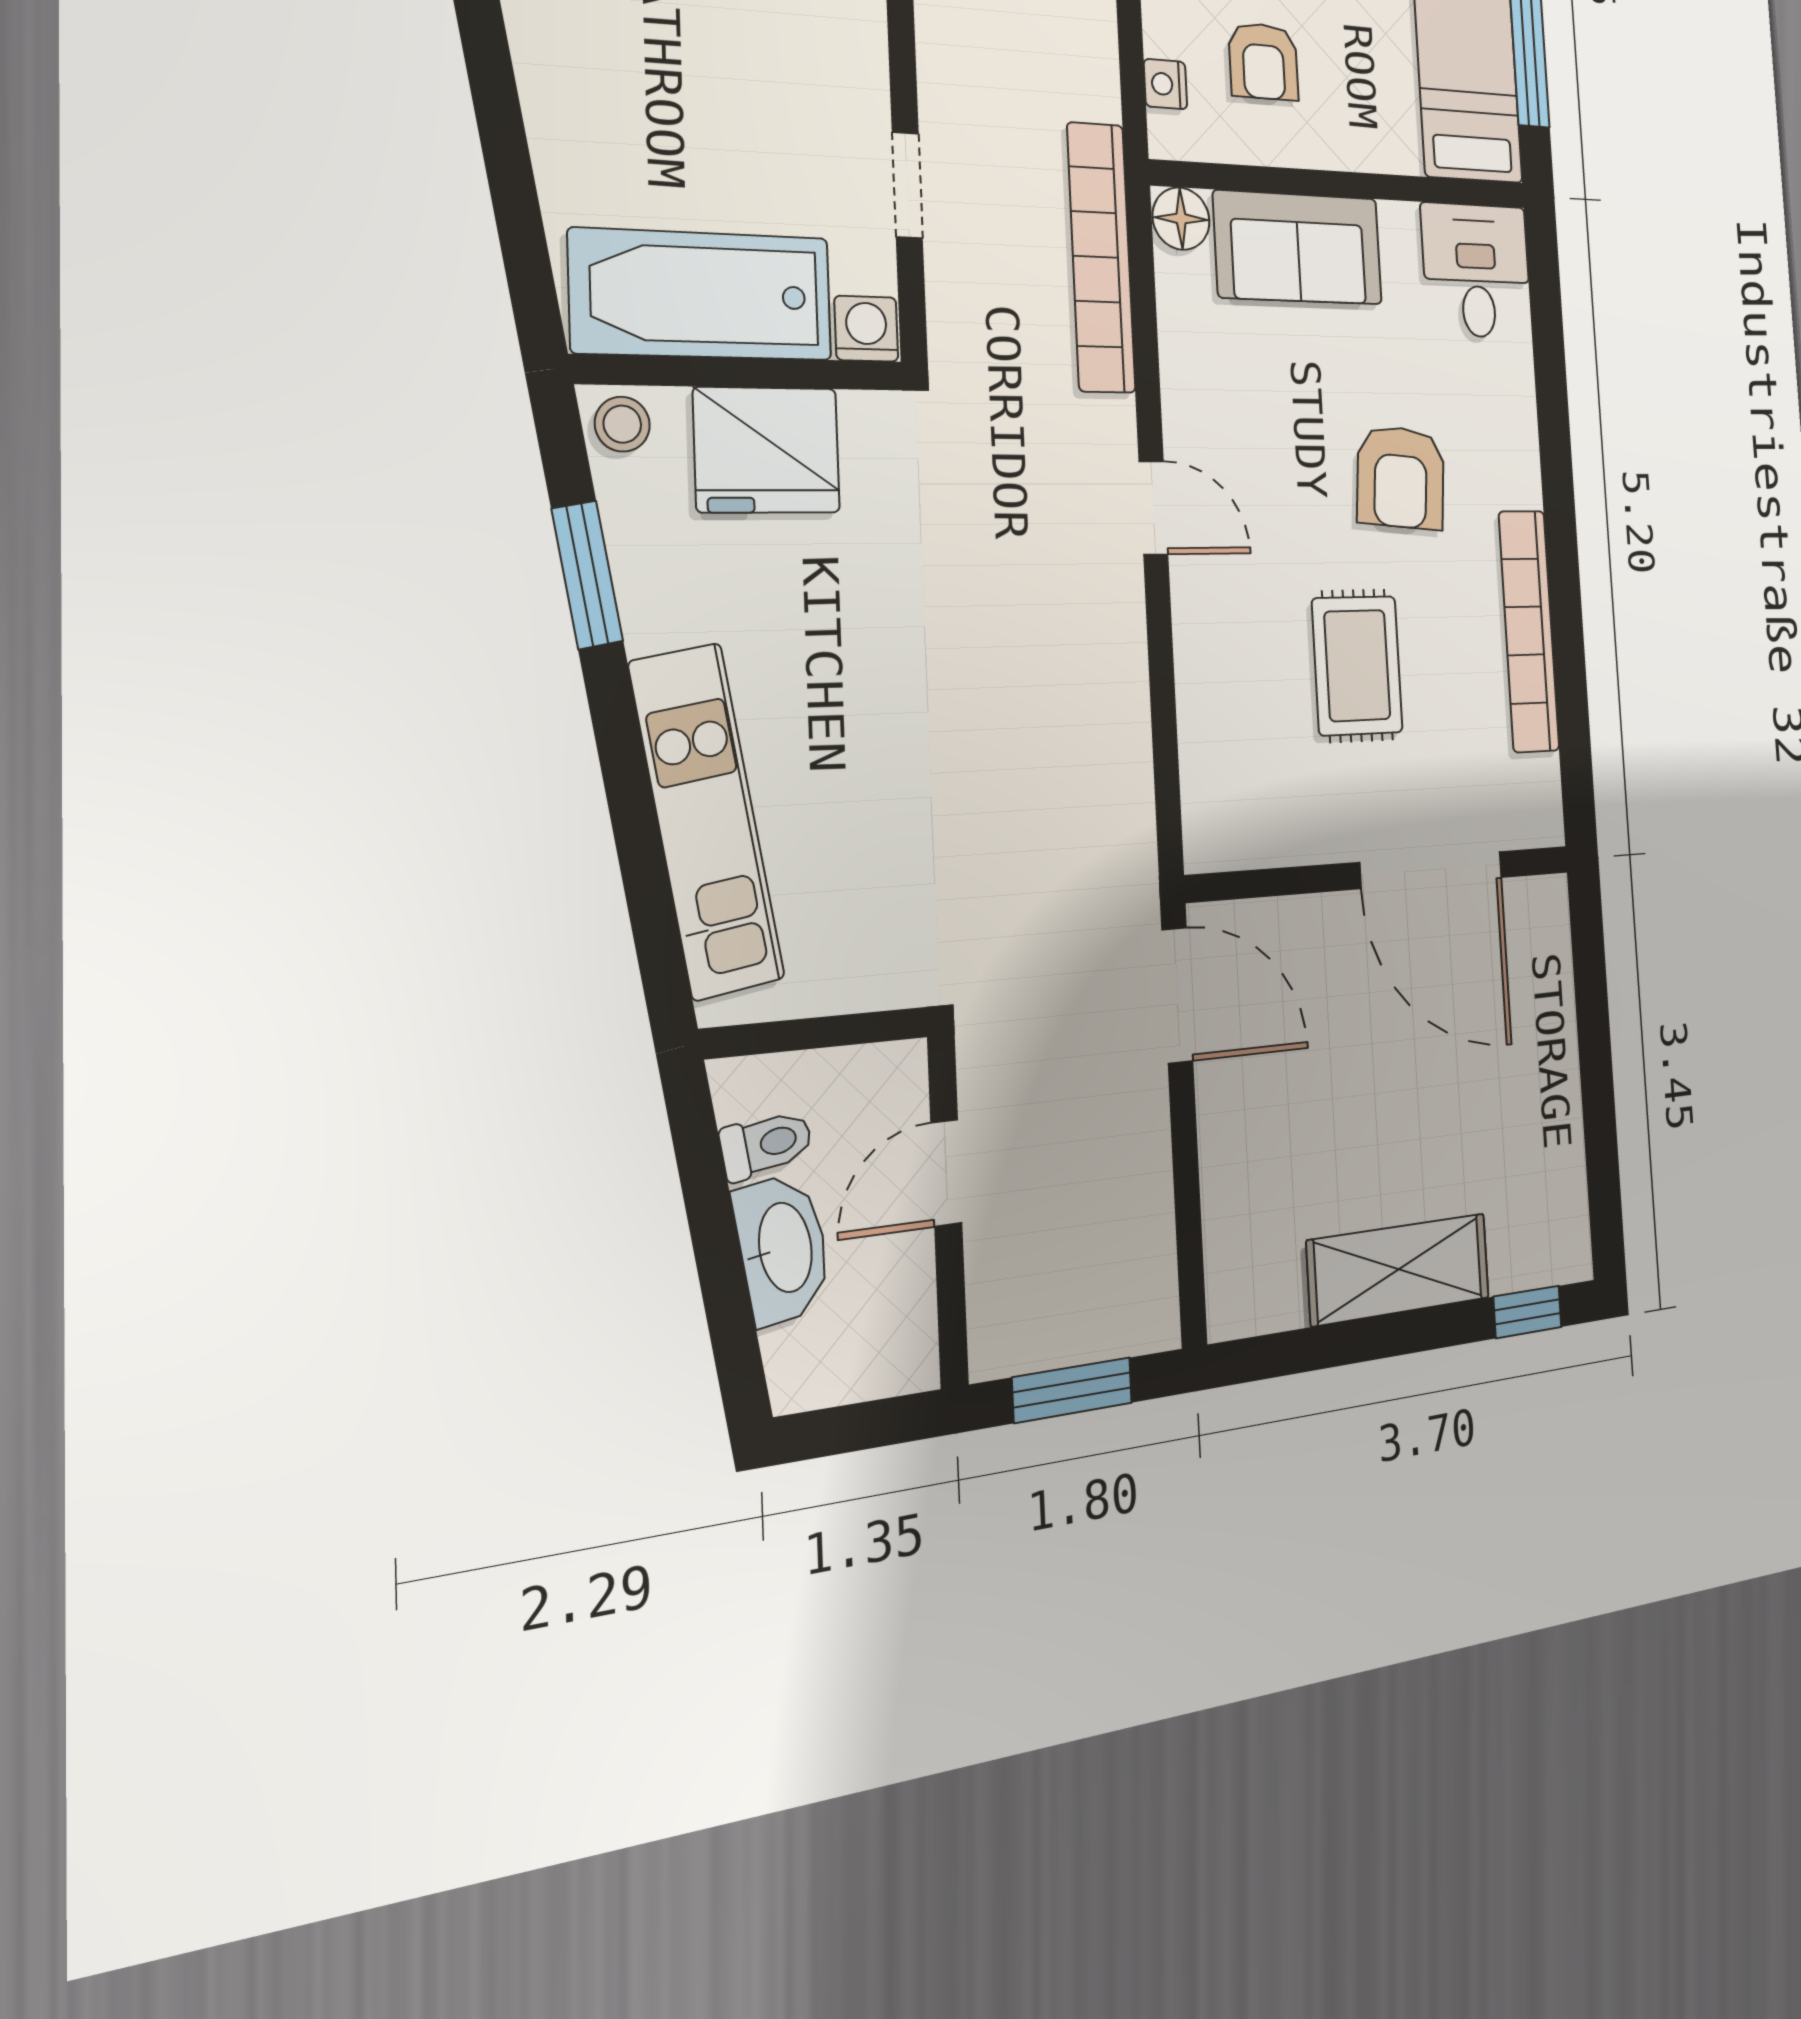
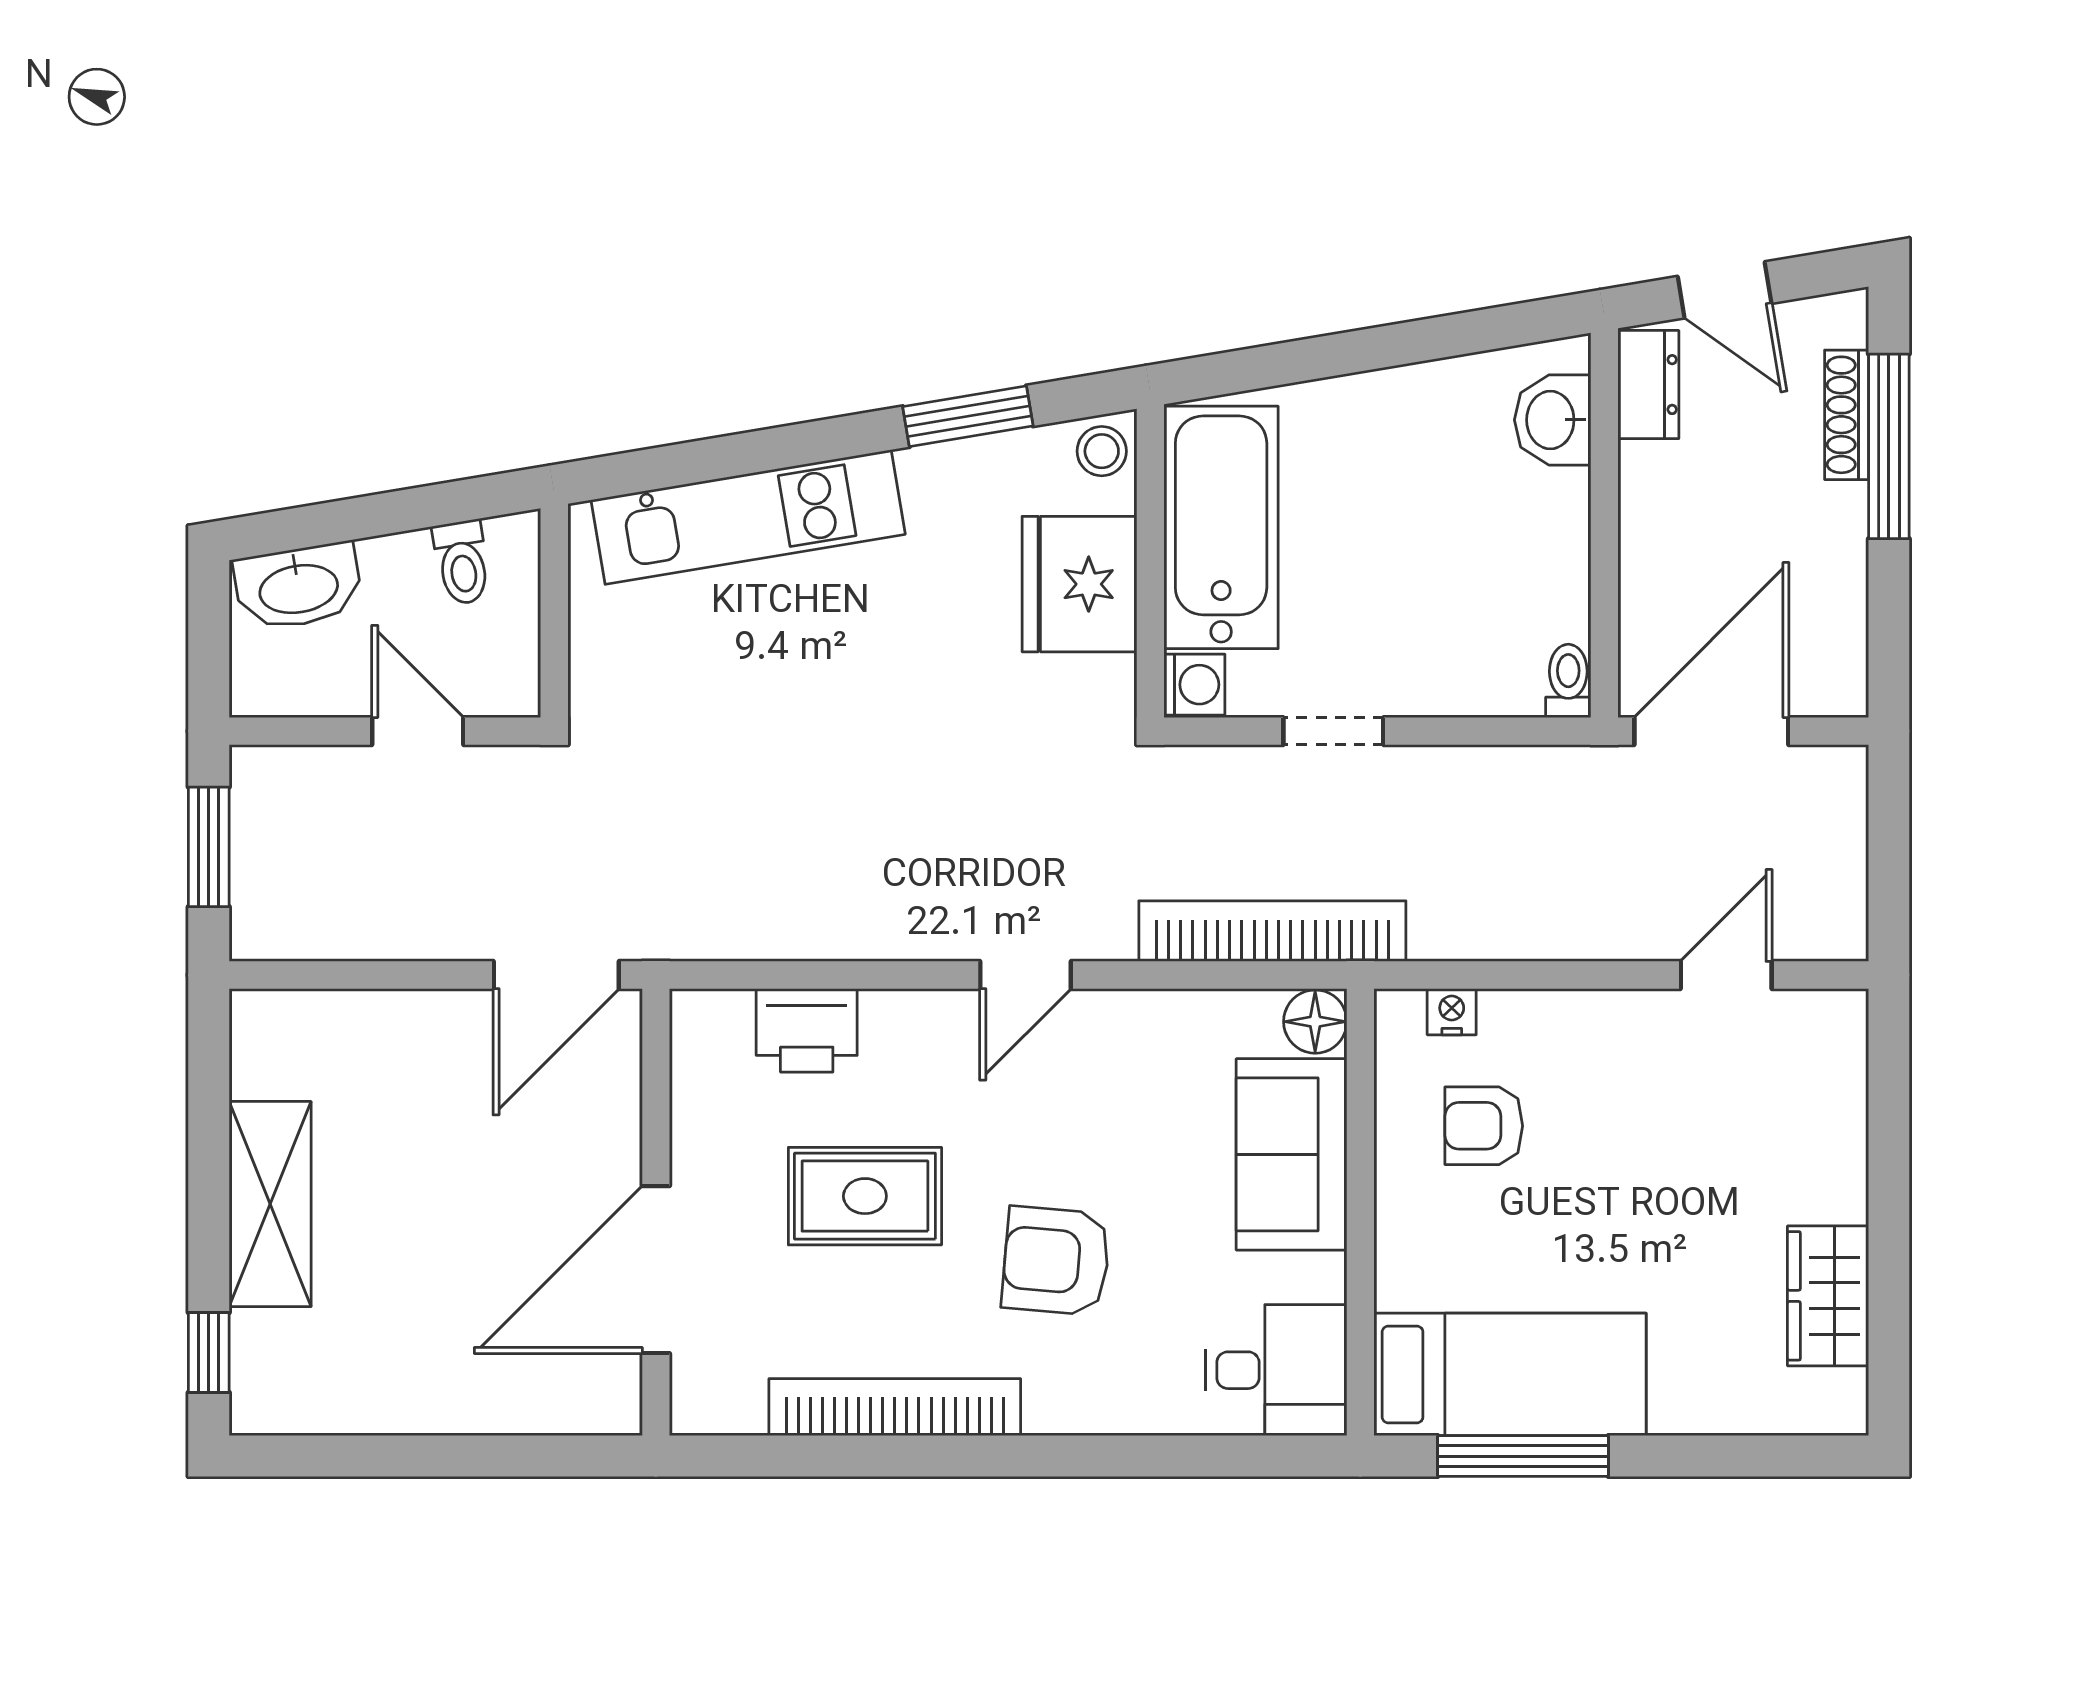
printer: (1215, 730) -> (807, 1030), added
washbasin: (783, 1248) -> (298, 587), moved

